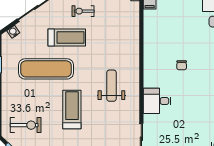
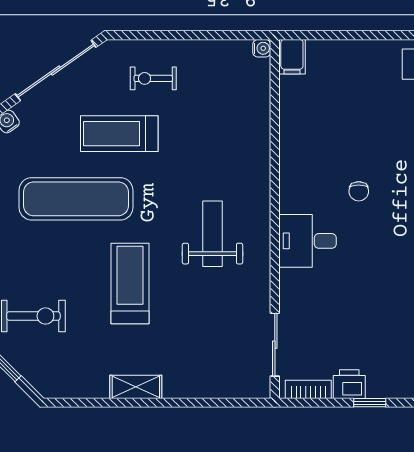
treadmill: (67, 38) -> (119, 134), turned 180
desk: (157, 101) -> (308, 241), moved

